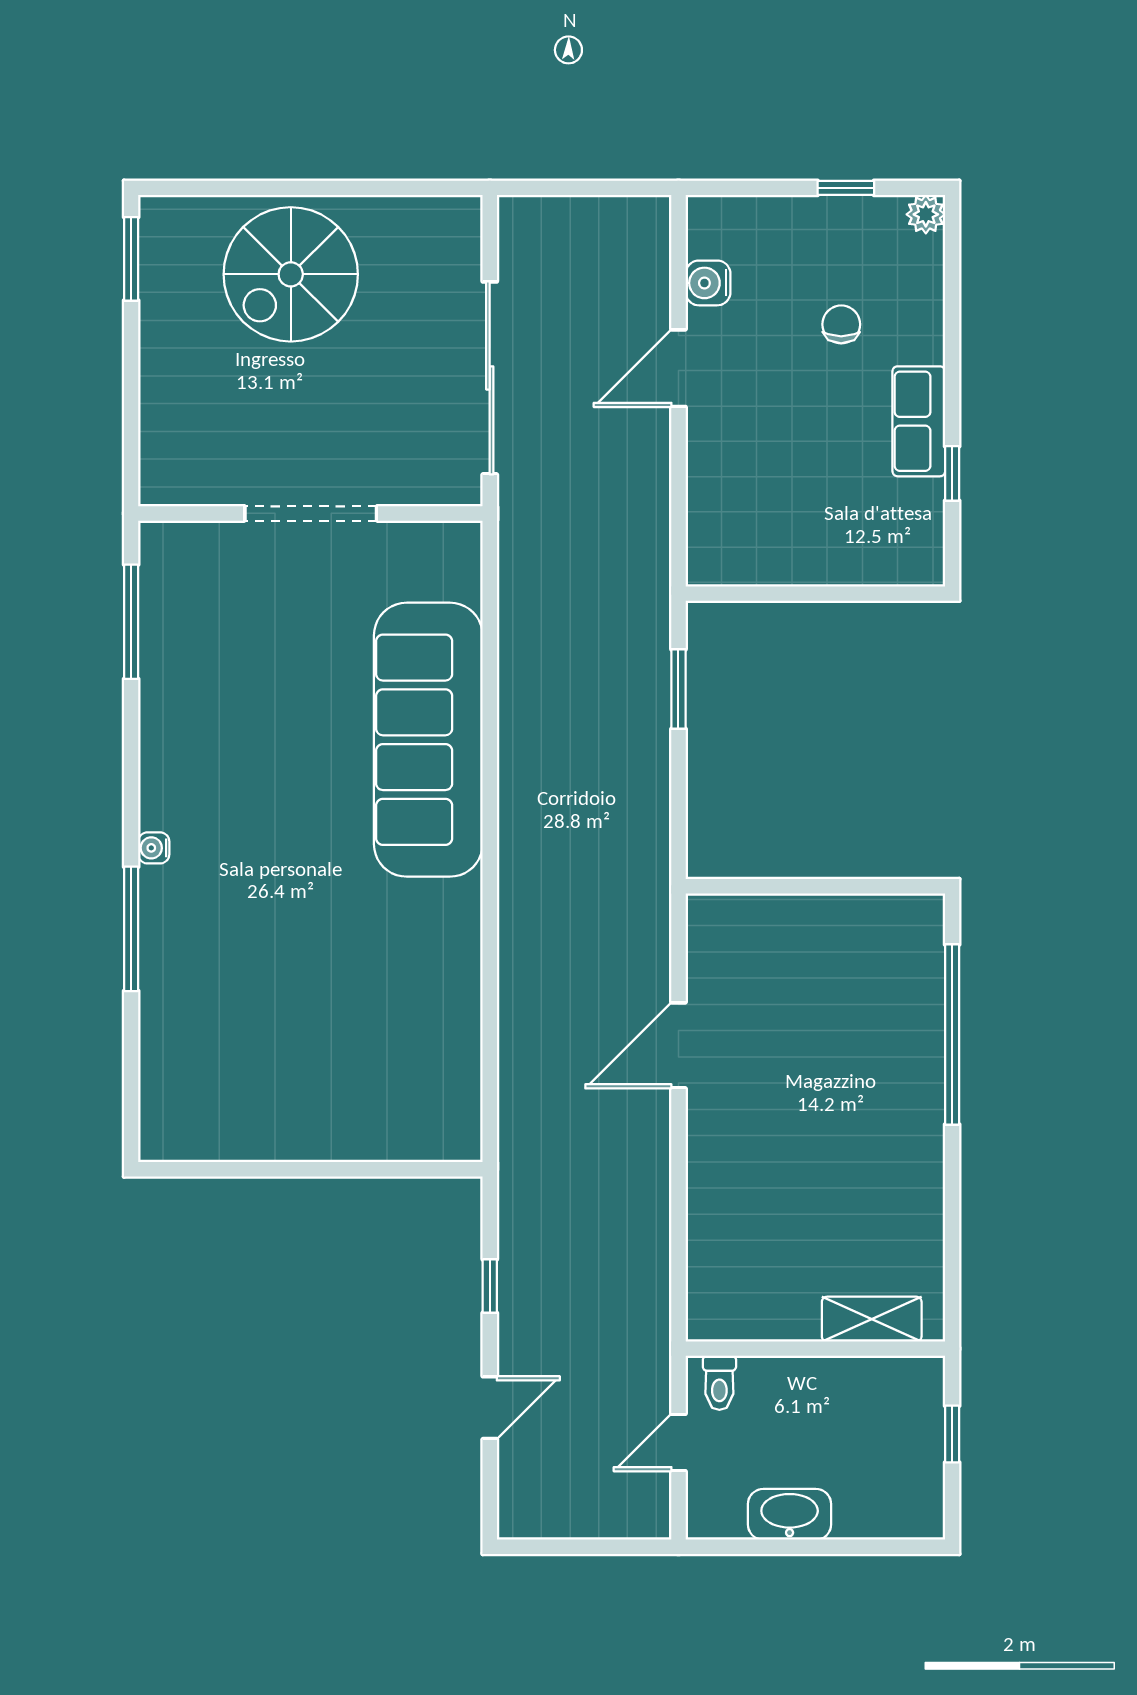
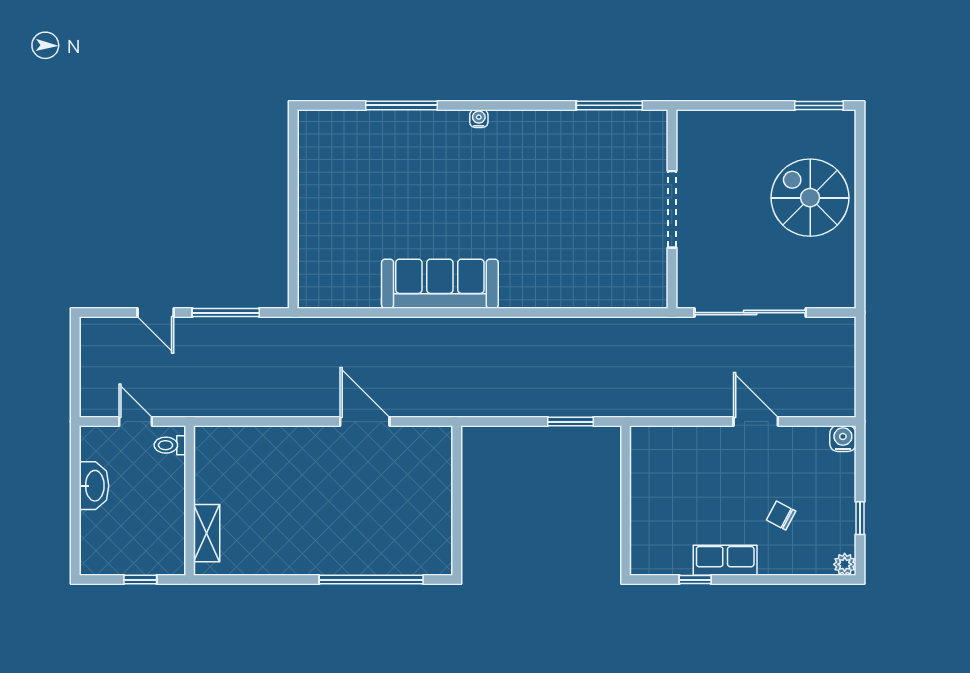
water cooler: (708, 283) -> (843, 439), moved
chair: (841, 324) -> (781, 515), turned -152
sofa: (428, 740) -> (440, 284), moved, width x0.74, depth x0.79
window: (131, 929) -> (401, 105), moved
window: (490, 1286) -> (226, 313), width x2.17

